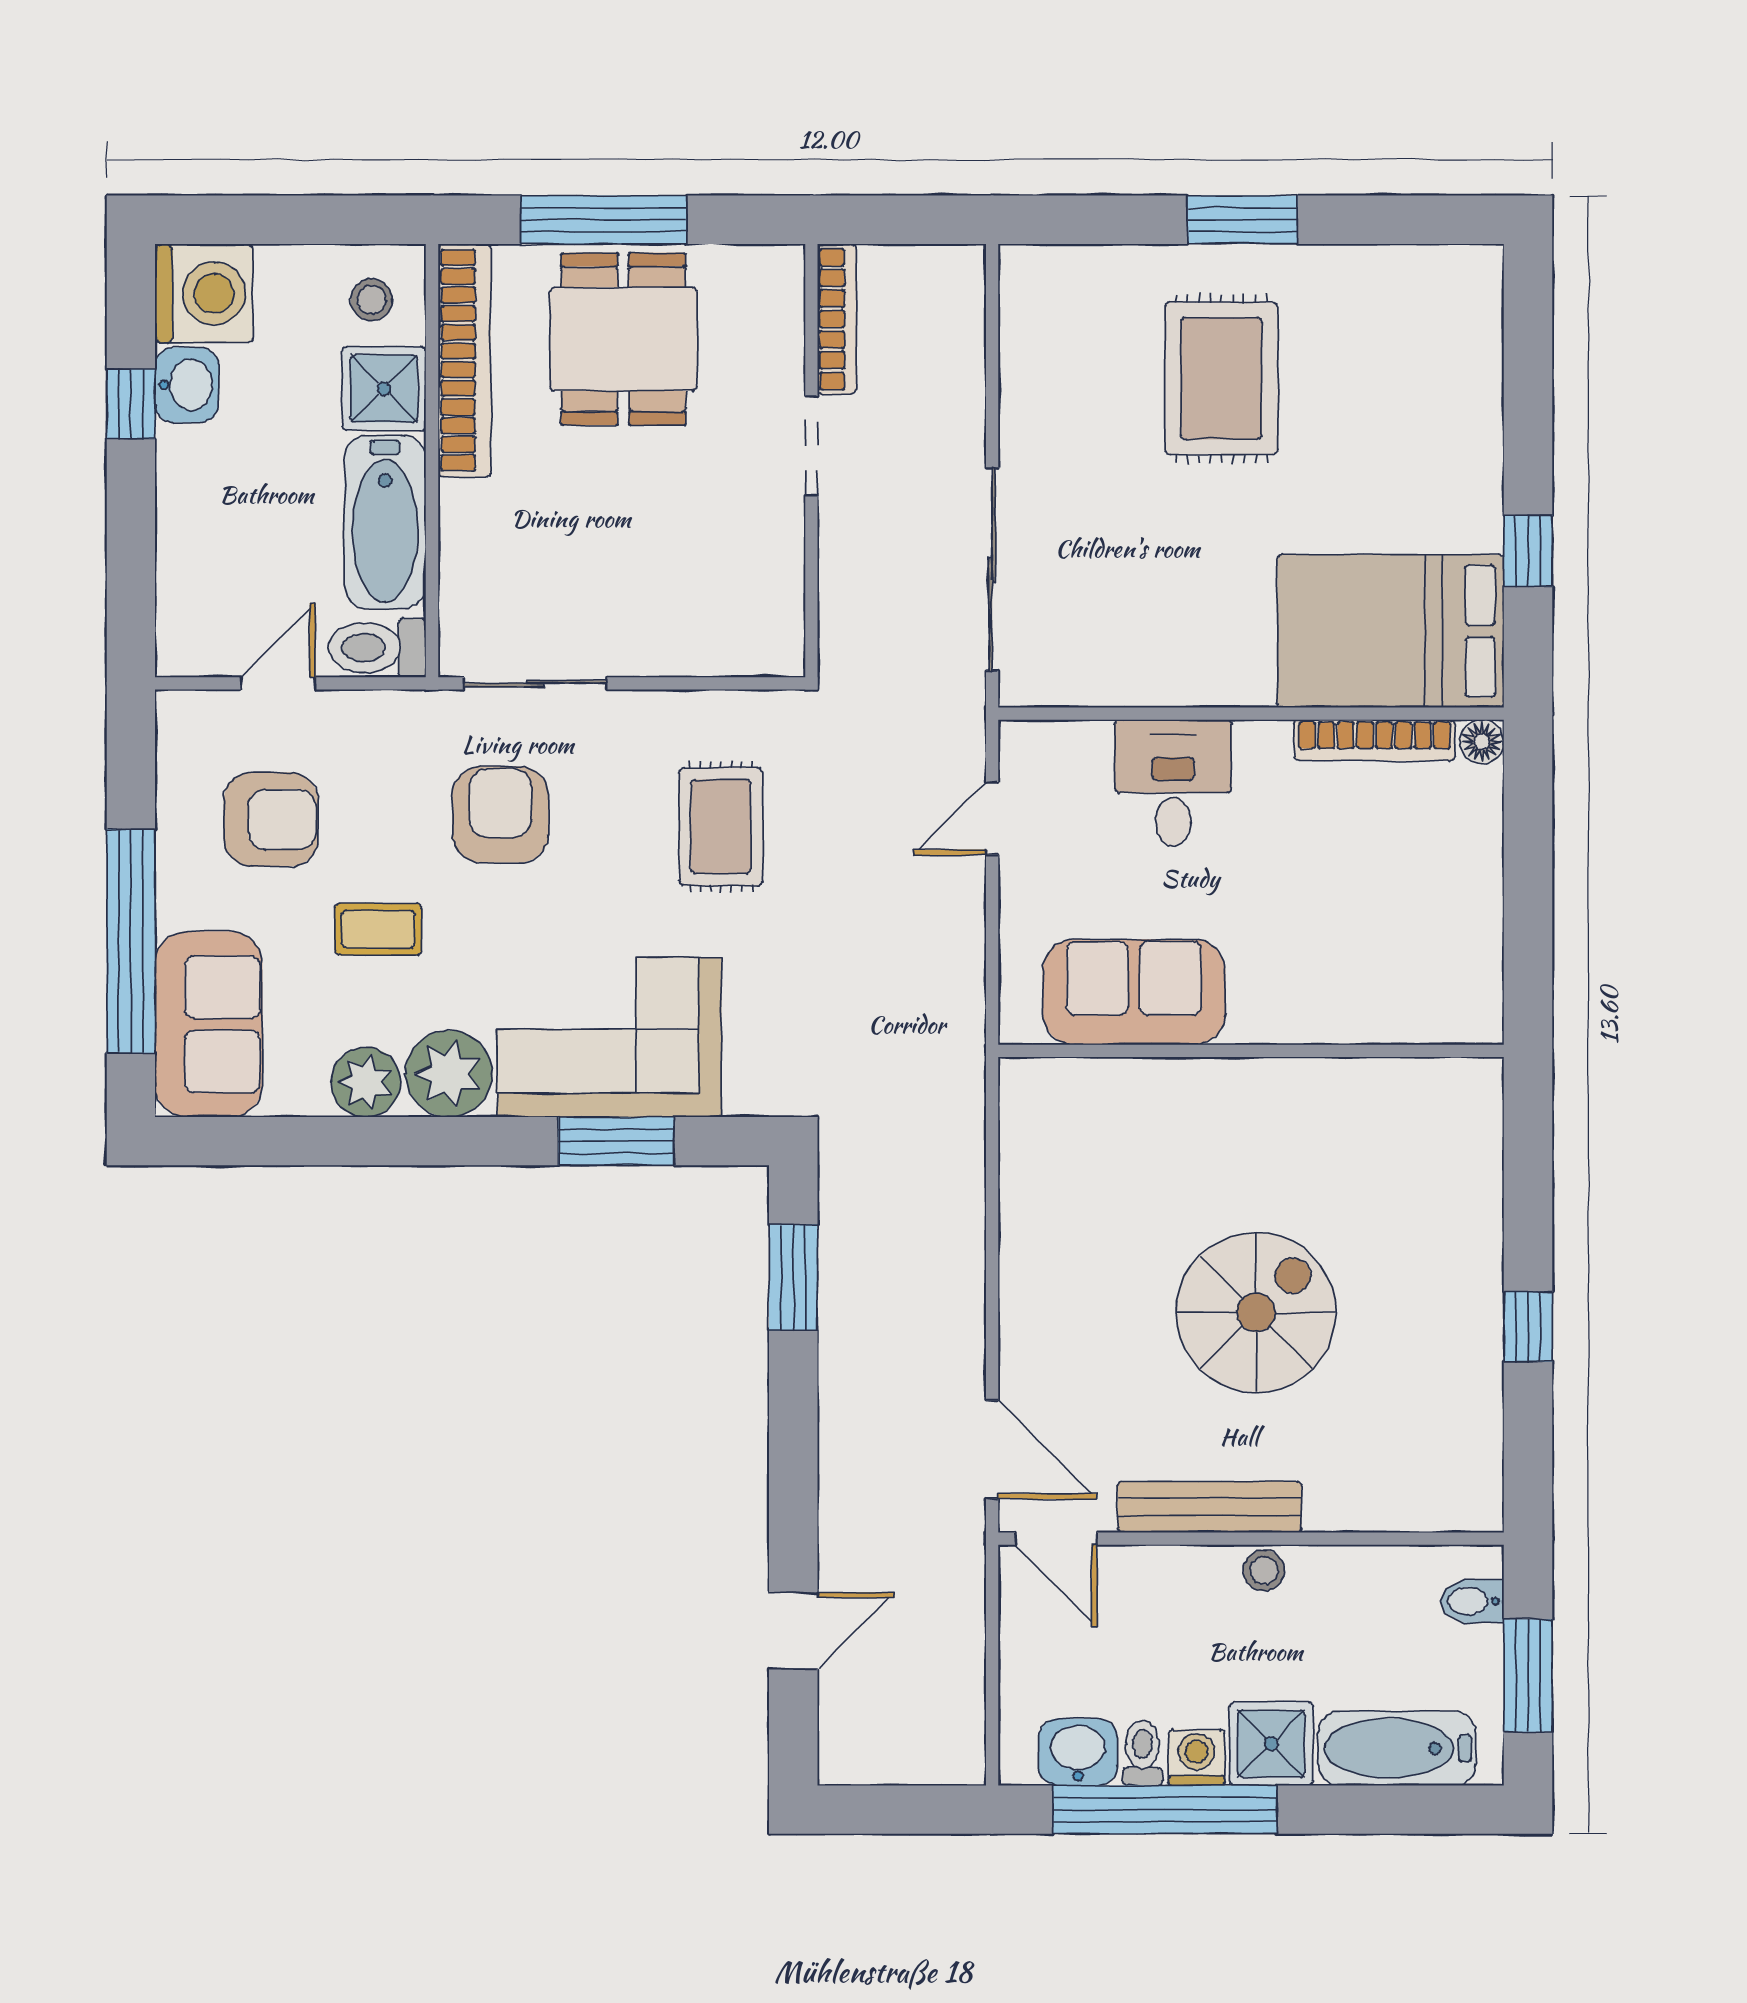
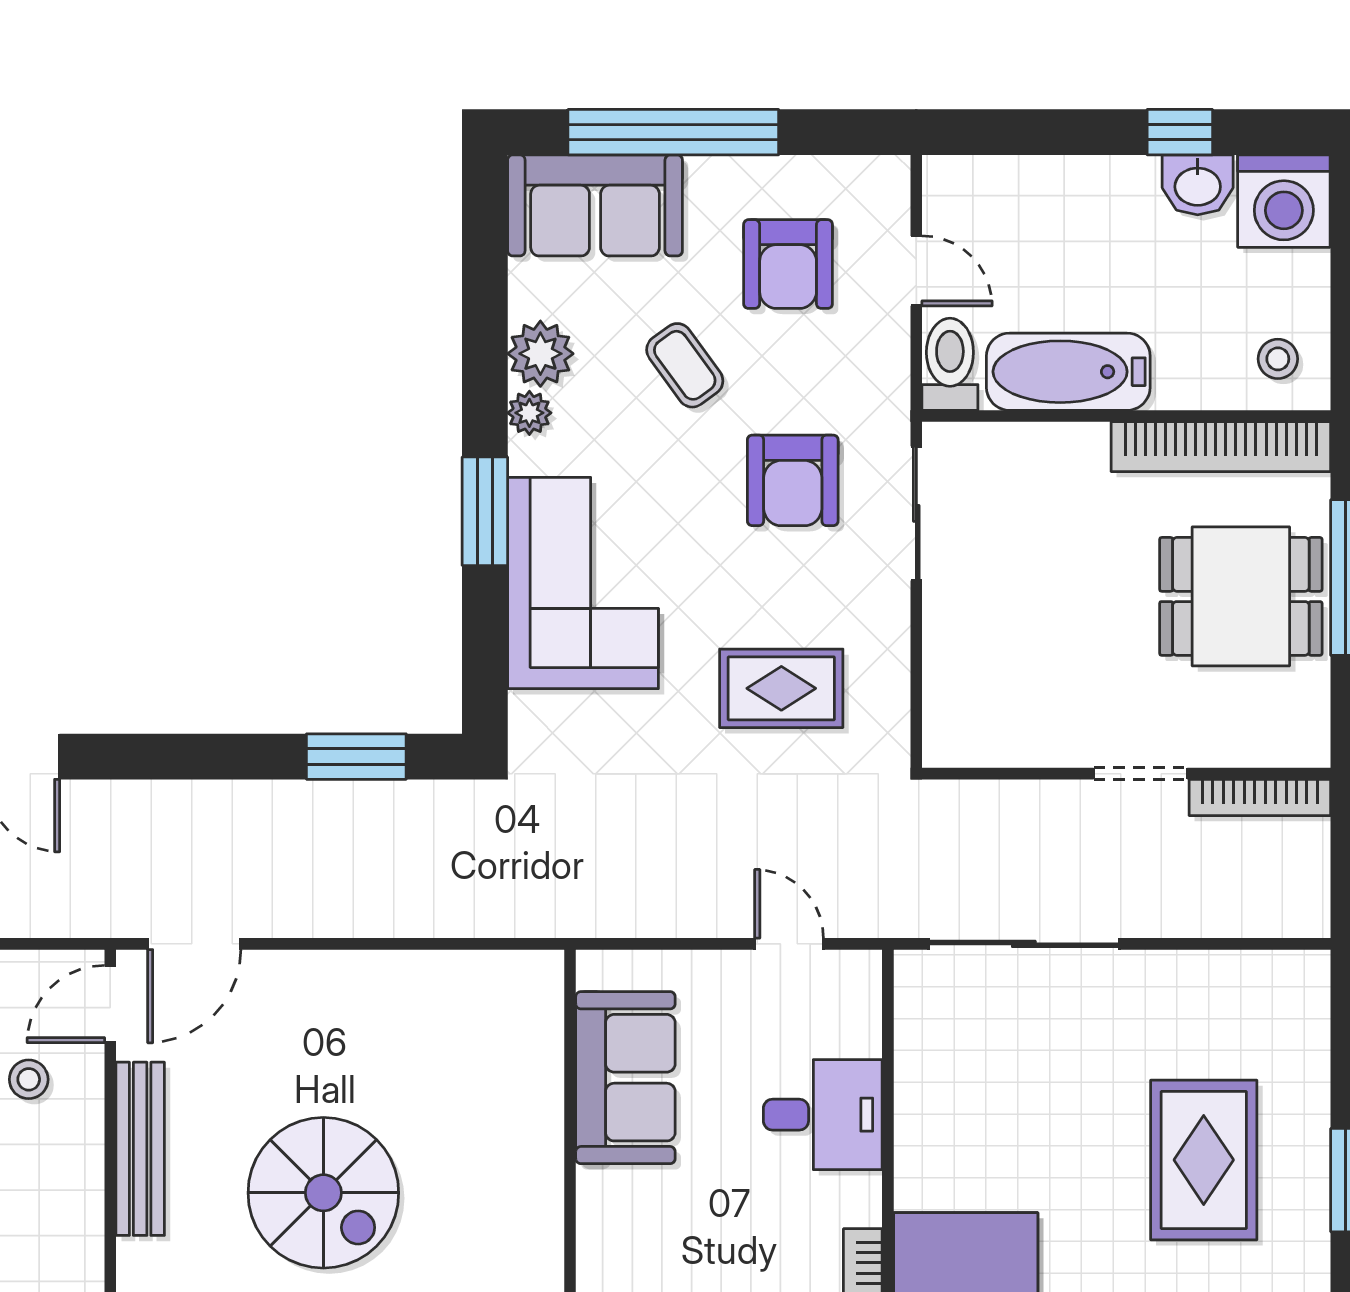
rug: (1221, 378) -> (1204, 1160), turned 90
shower: (384, 388) -> (1194, 371), removed
armchair: (500, 815) -> (793, 480), turned 90
coffee table: (378, 929) -> (685, 365), turned -36
plant: (449, 1074) -> (529, 413), width x0.53, depth x0.53
window: (616, 1141) -> (485, 511), moved
stool: (1264, 1570) -> (29, 1079), moved

